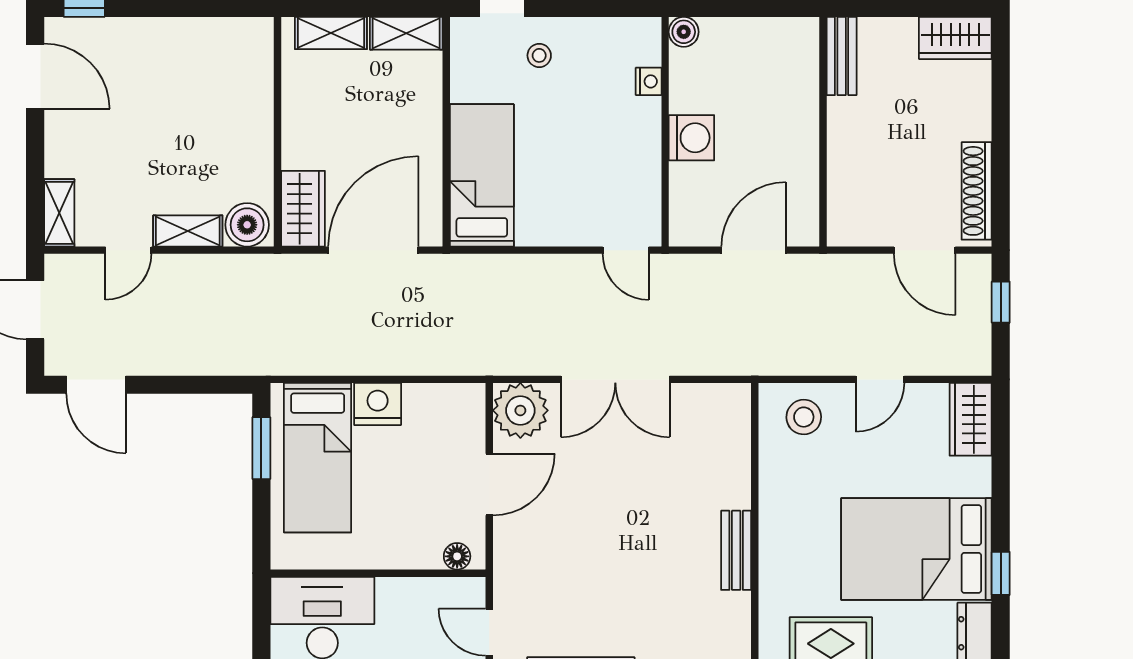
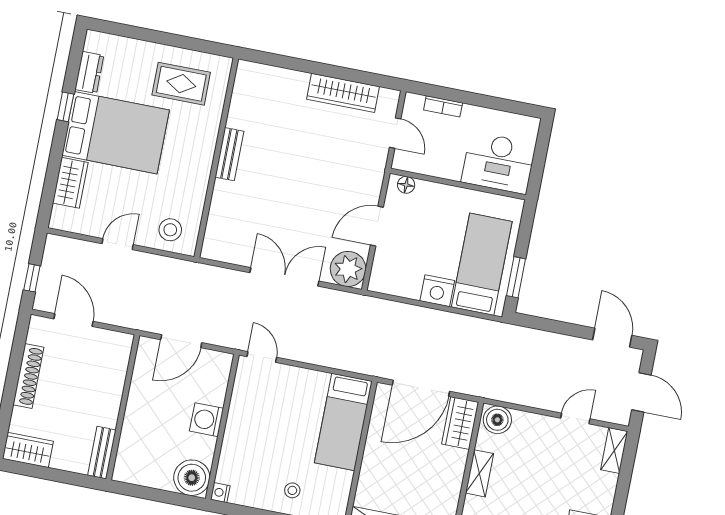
boiler: (684, 32) -> (192, 478), width x1.86, depth x1.86
nightstand: (649, 81) -> (220, 493), moved
shoe rack: (977, 191) -> (28, 376), moved
shelving: (188, 231) -> (480, 473), moved, turned 90
wardrobe: (971, 419) -> (70, 183), moved

